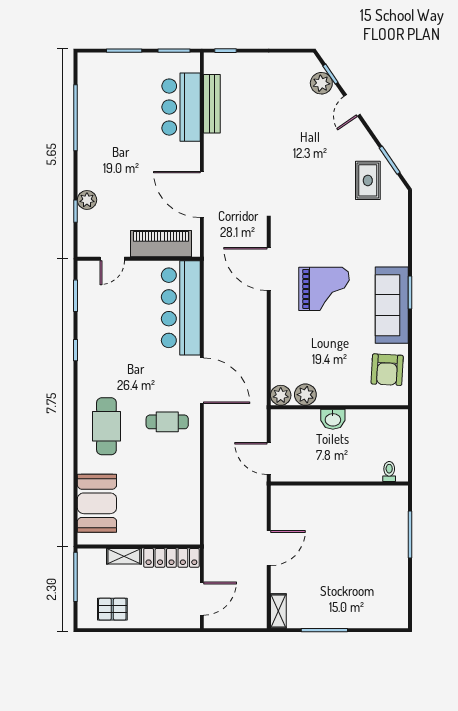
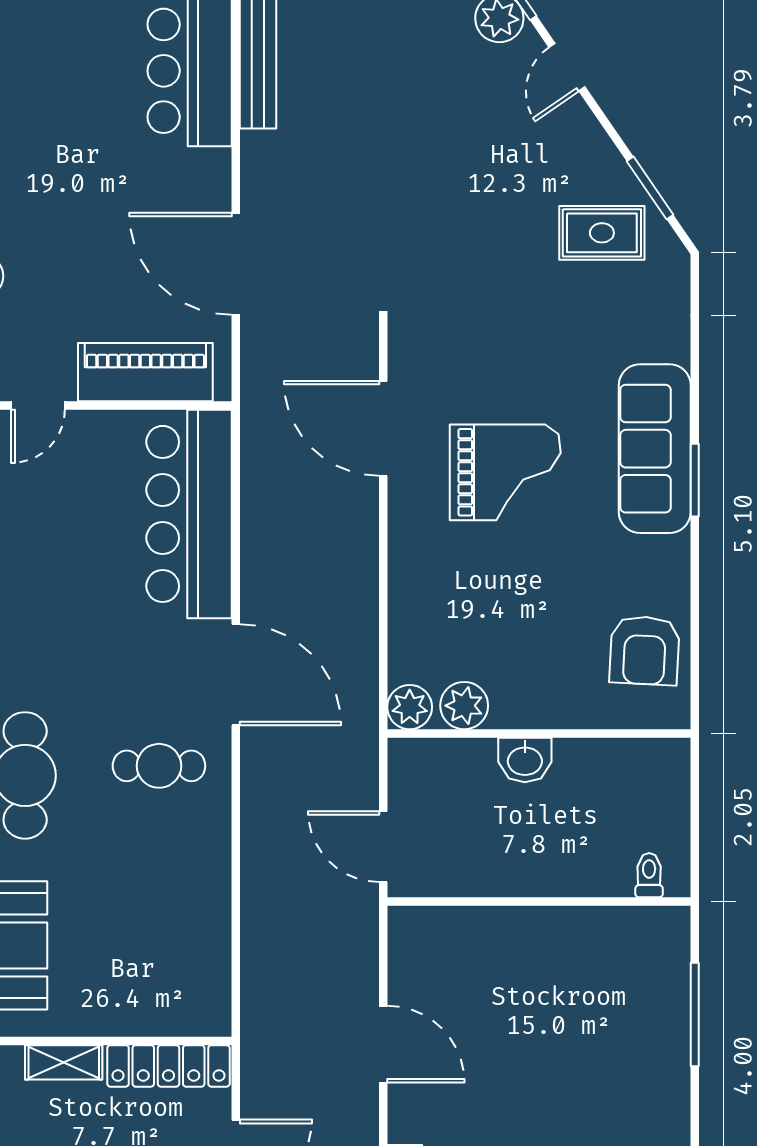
rug: (368, 180) -> (602, 233), turned 90
sofa: (392, 305) -> (655, 449), moved
door: (269, 548) -> (383, 1044), hinge flipped

